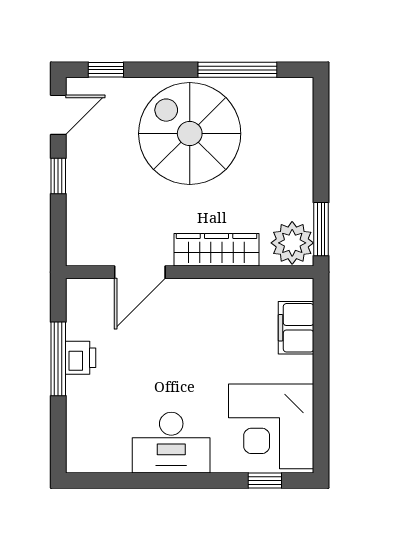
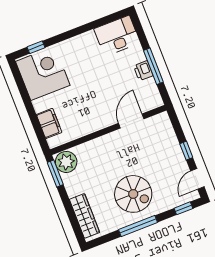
window: (237, 70) -> (138, 226), moved
spiral stairs: (190, 134) -> (133, 194), width x0.73, depth x0.73
wardrobe: (217, 250) -> (85, 216), moved, turned -90
desk: (171, 443) -> (117, 36), moved

